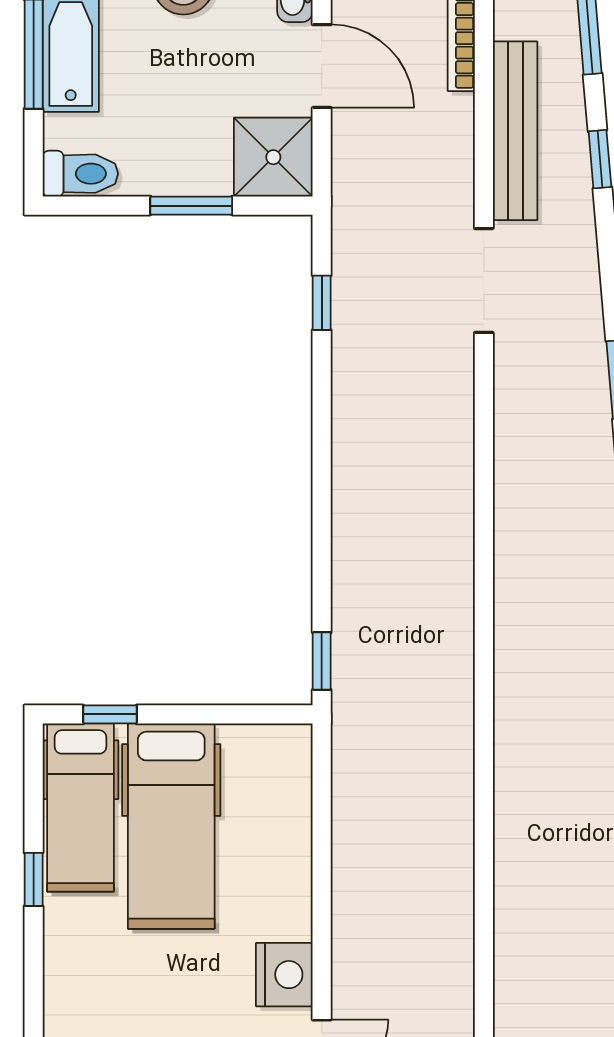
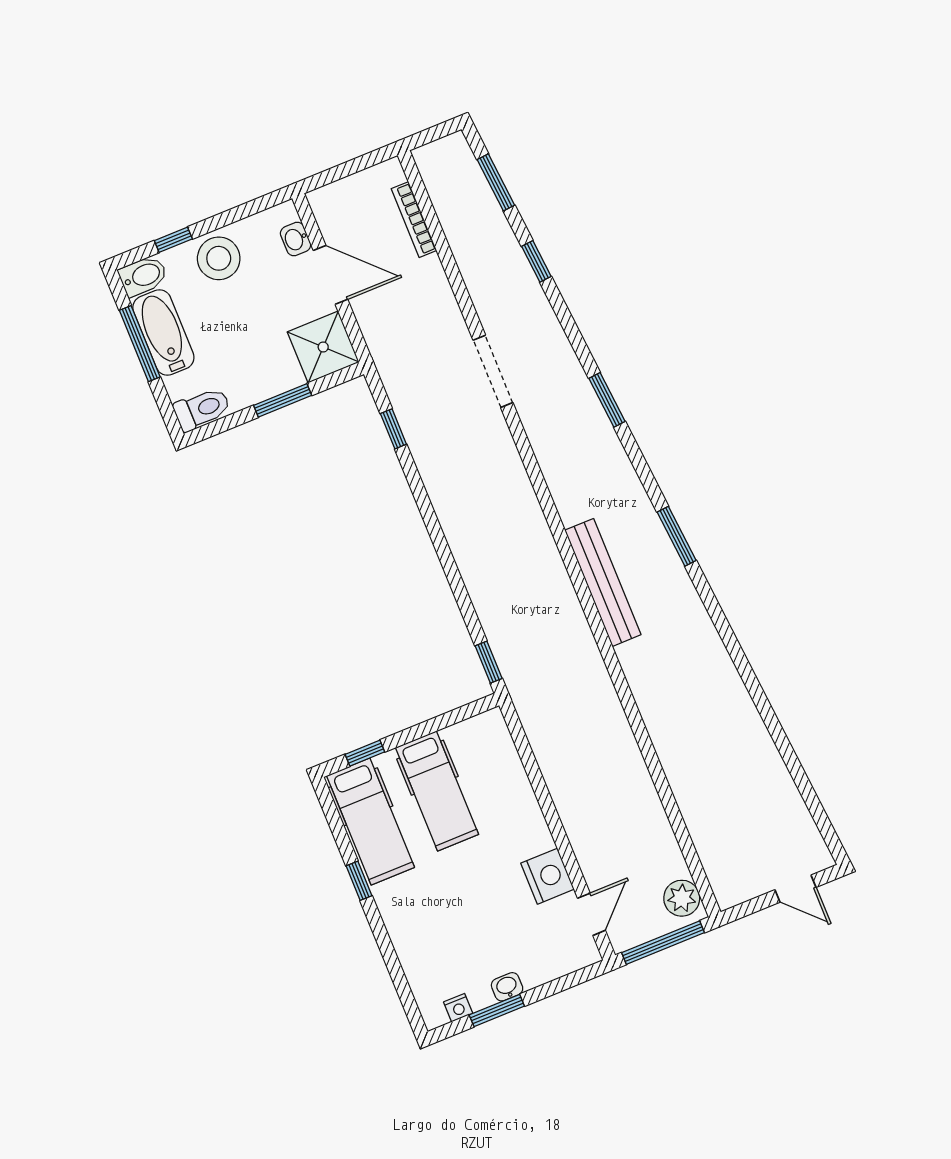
bench: (515, 131) -> (603, 582), moved
hospital bed: (171, 826) -> (437, 791), width x0.73, depth x0.78

